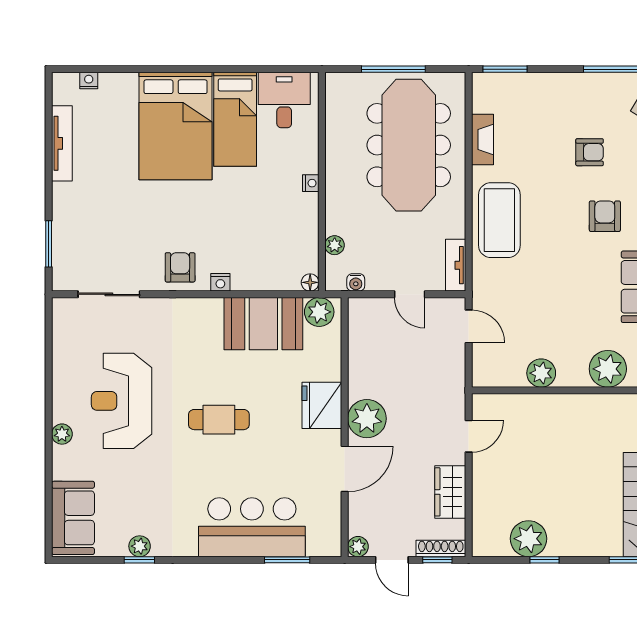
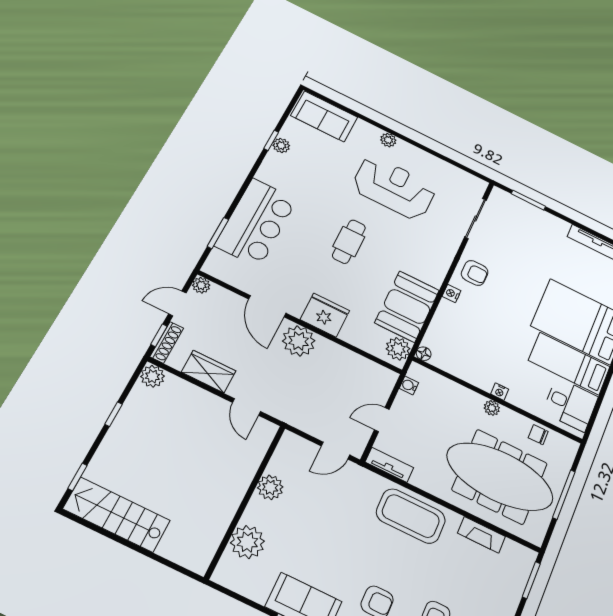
chair: (339, 122) -> (538, 435), added
plant: (335, 245) -> (492, 408), moved
plant: (529, 539) -> (152, 376), moved, width x0.73, depth x0.73

